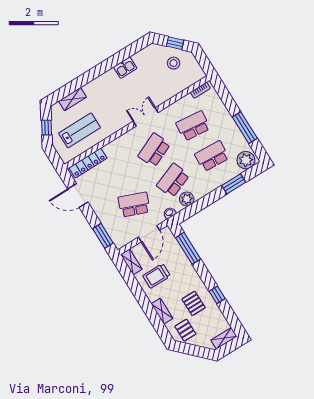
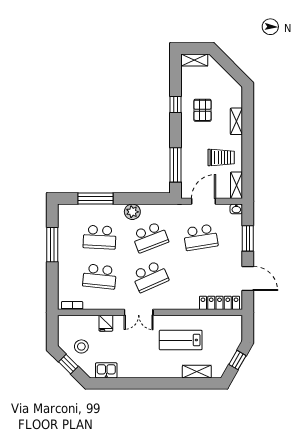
kitchen sink: (125, 68) -> (106, 370), moved
fridge: (166, 93) -> (106, 323), added
lab bench: (80, 130) -> (181, 340), moved
plant: (246, 160) -> (70, 214), removed
window: (234, 184) -> (95, 199), width x1.44
plant: (187, 199) -> (132, 212), moved
school desk: (134, 205) -> (201, 237), turned -30
washbasin: (169, 213) -> (236, 209), moved
window: (103, 236) -> (248, 238), moved
pallet: (185, 330) -> (226, 90), removed

